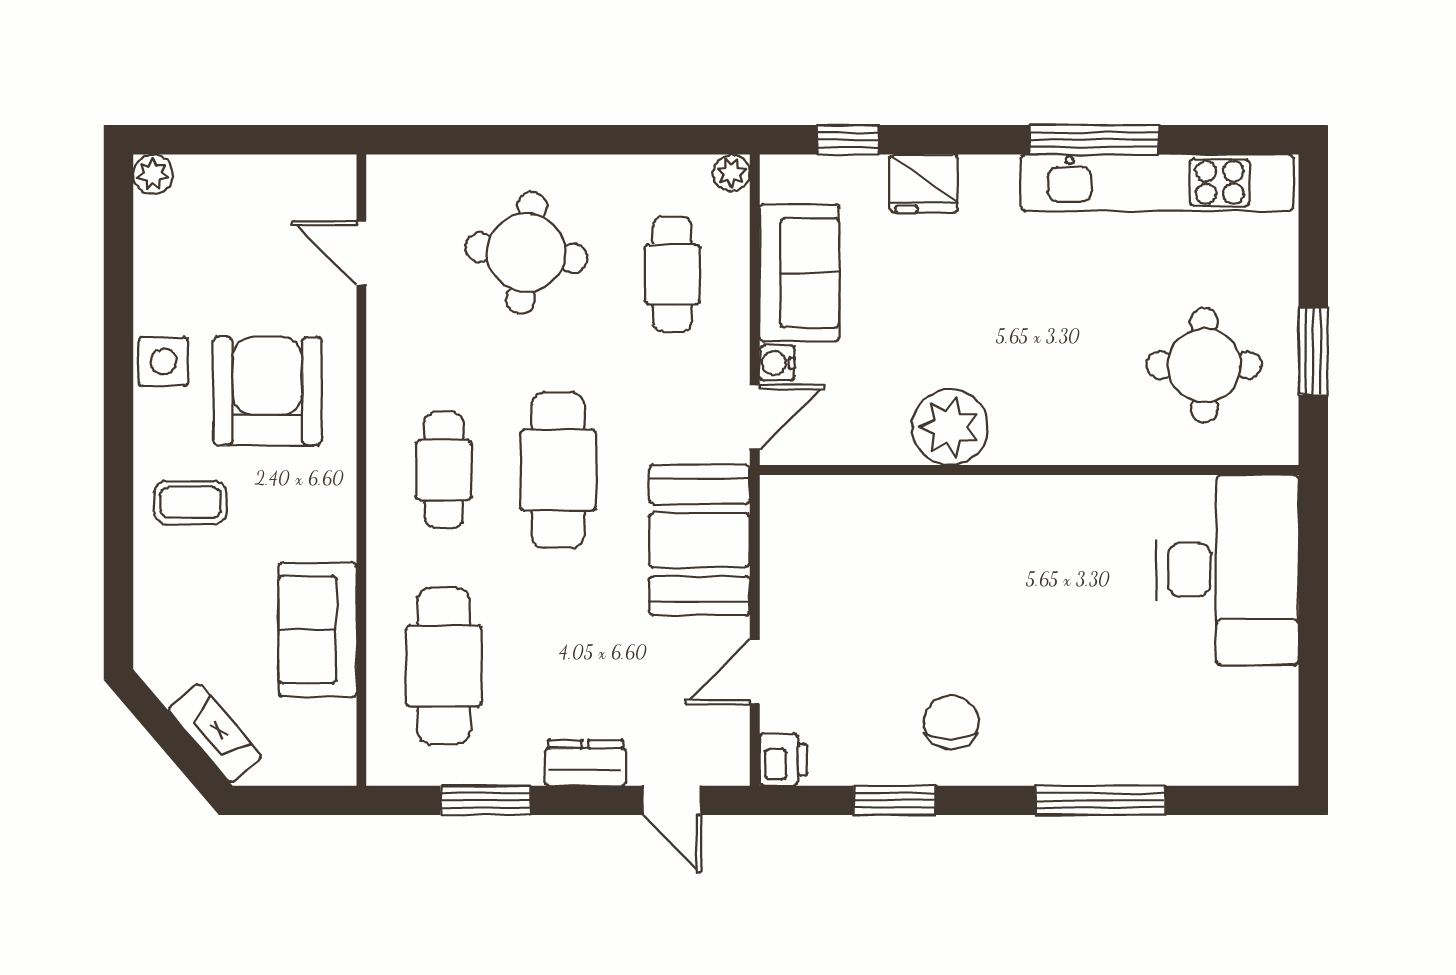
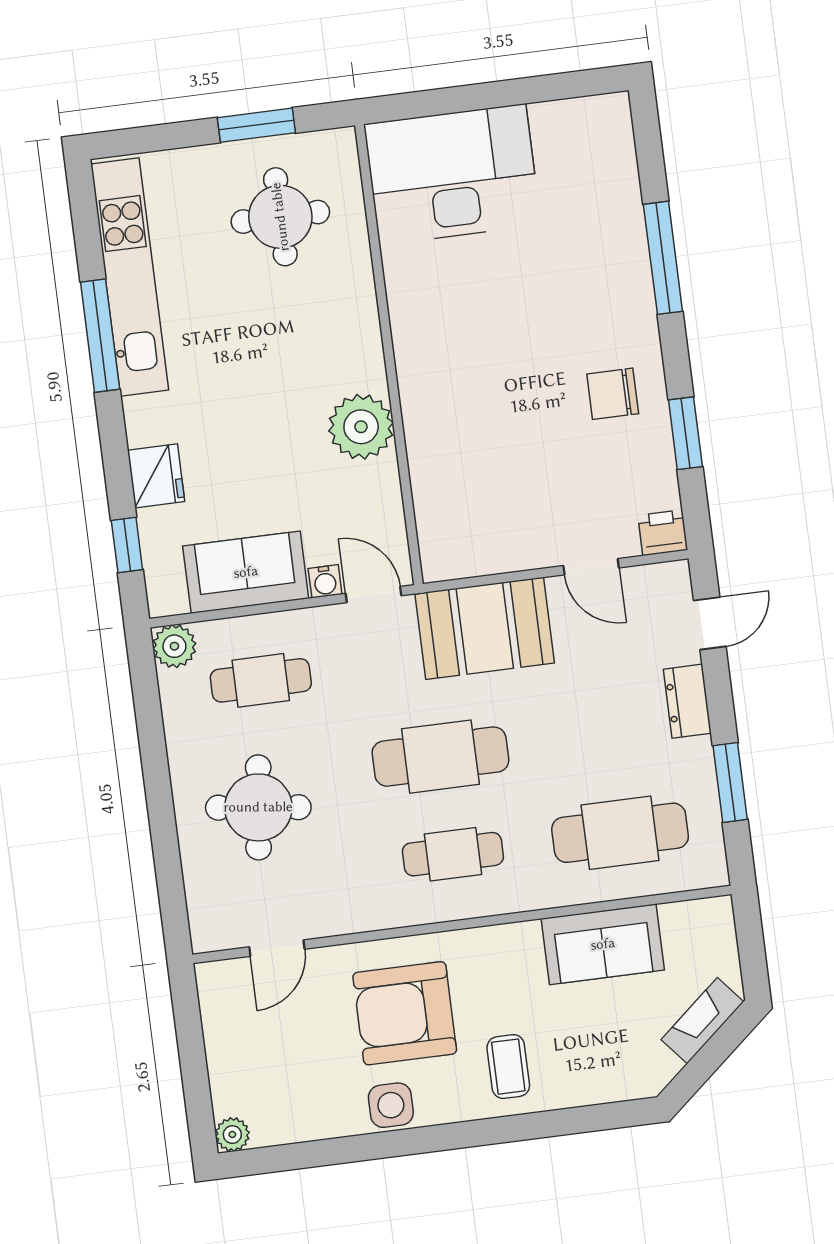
plant: (732, 173) -> (174, 646), width x1.38, depth x1.38

